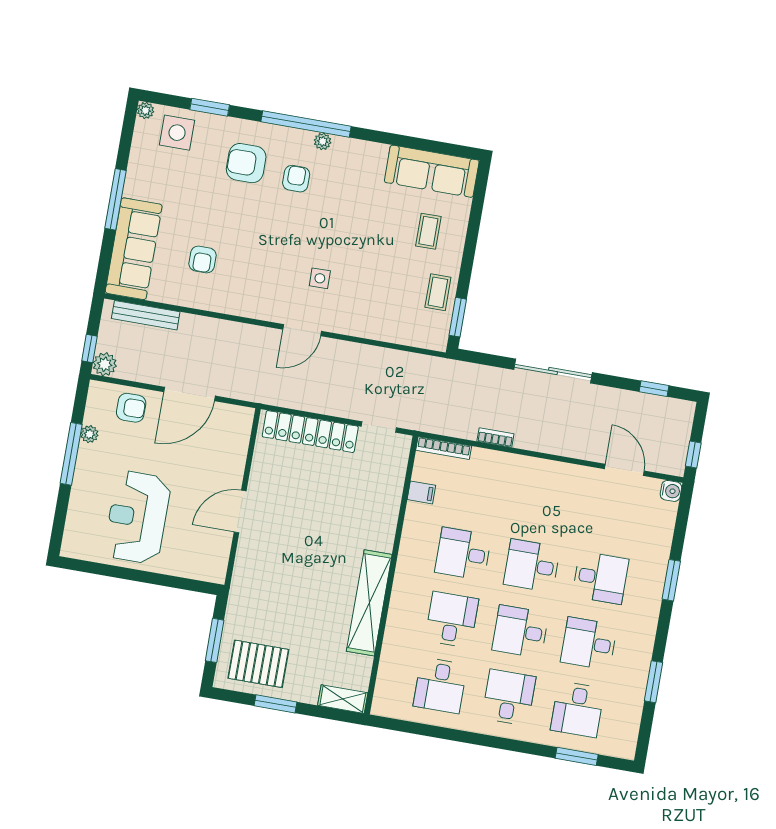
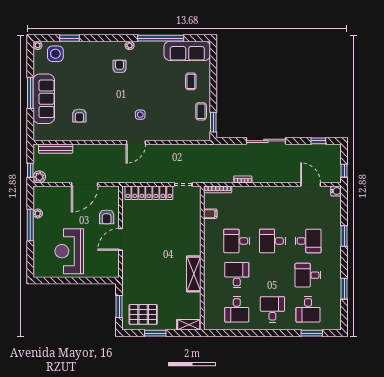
window: (306, 124) -> (161, 38), moved
armchair: (246, 163) -> (93, 63), removed
sofa: (134, 249) -> (44, 99), moved
armchair: (131, 408) -> (107, 217), moved, turned 90
shelving: (369, 603) -> (194, 274), width x0.68
desk: (520, 632) -> (272, 275), removed

